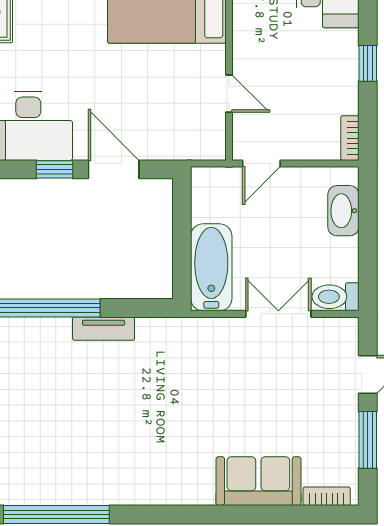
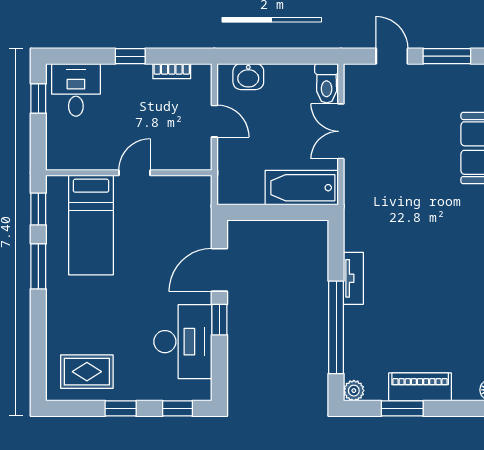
door: (229, 94) -> (135, 173), moved
bookcase: (350, 138) -> (172, 71), moved
door: (261, 163) -> (214, 121), moved
washbasin: (343, 211) -> (248, 77), width x0.72

